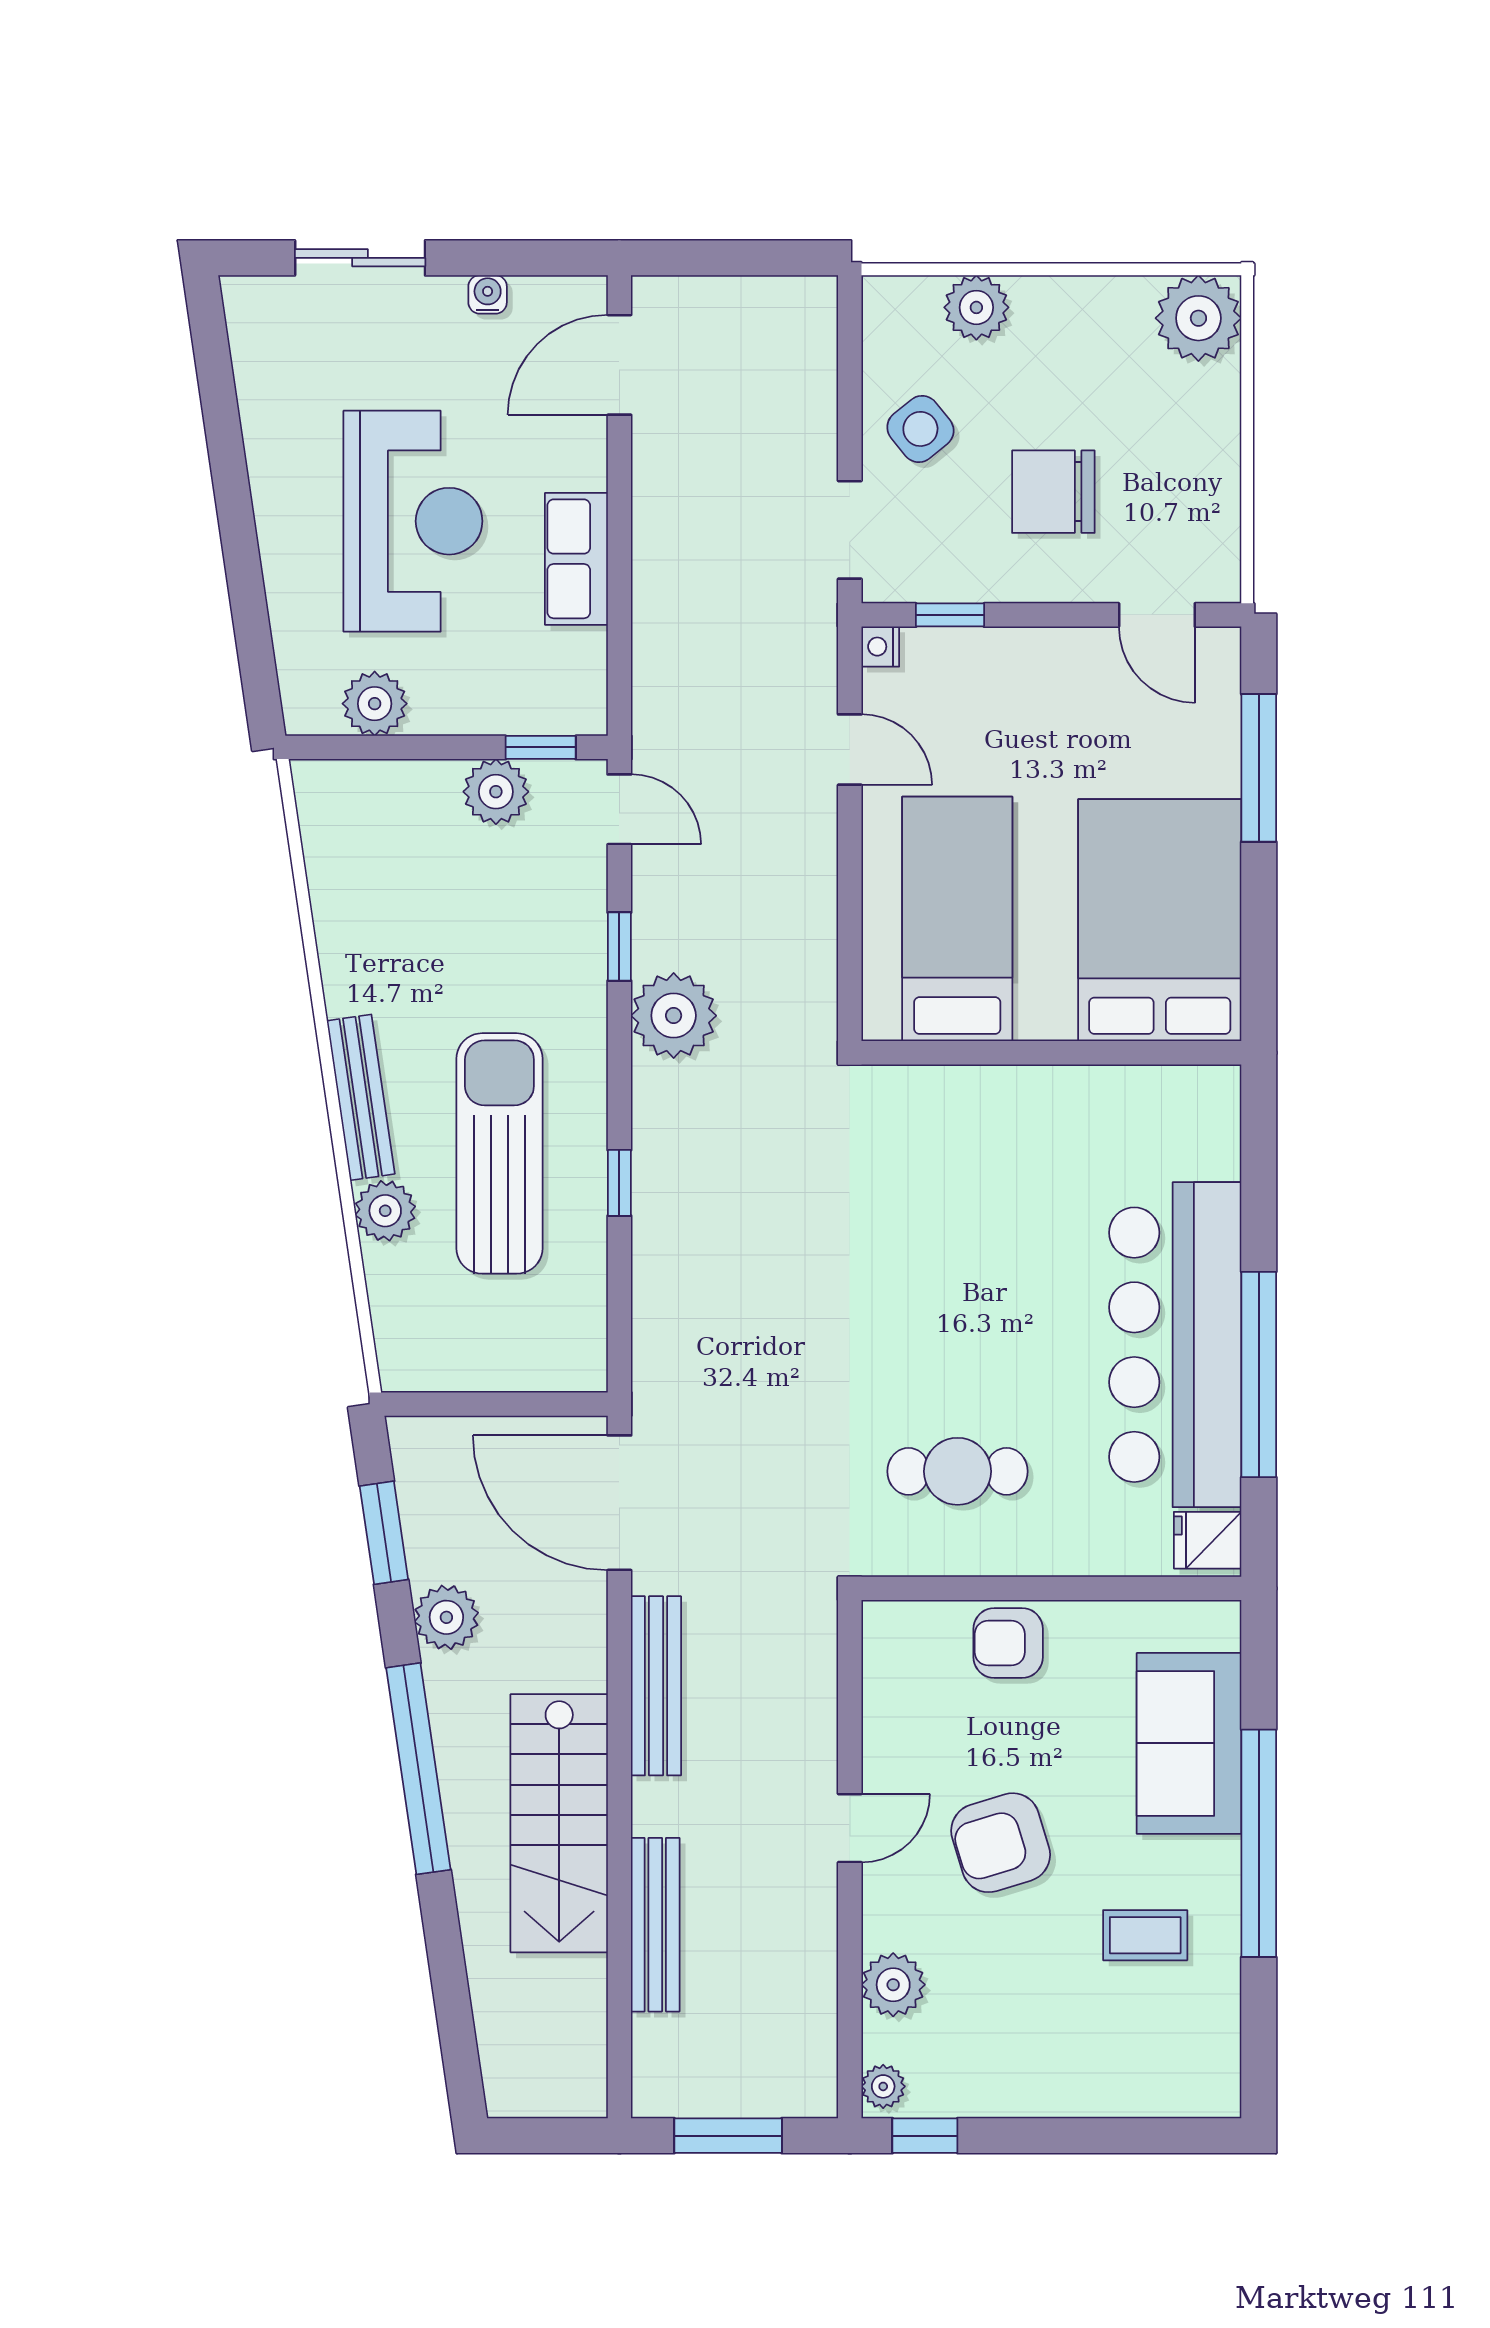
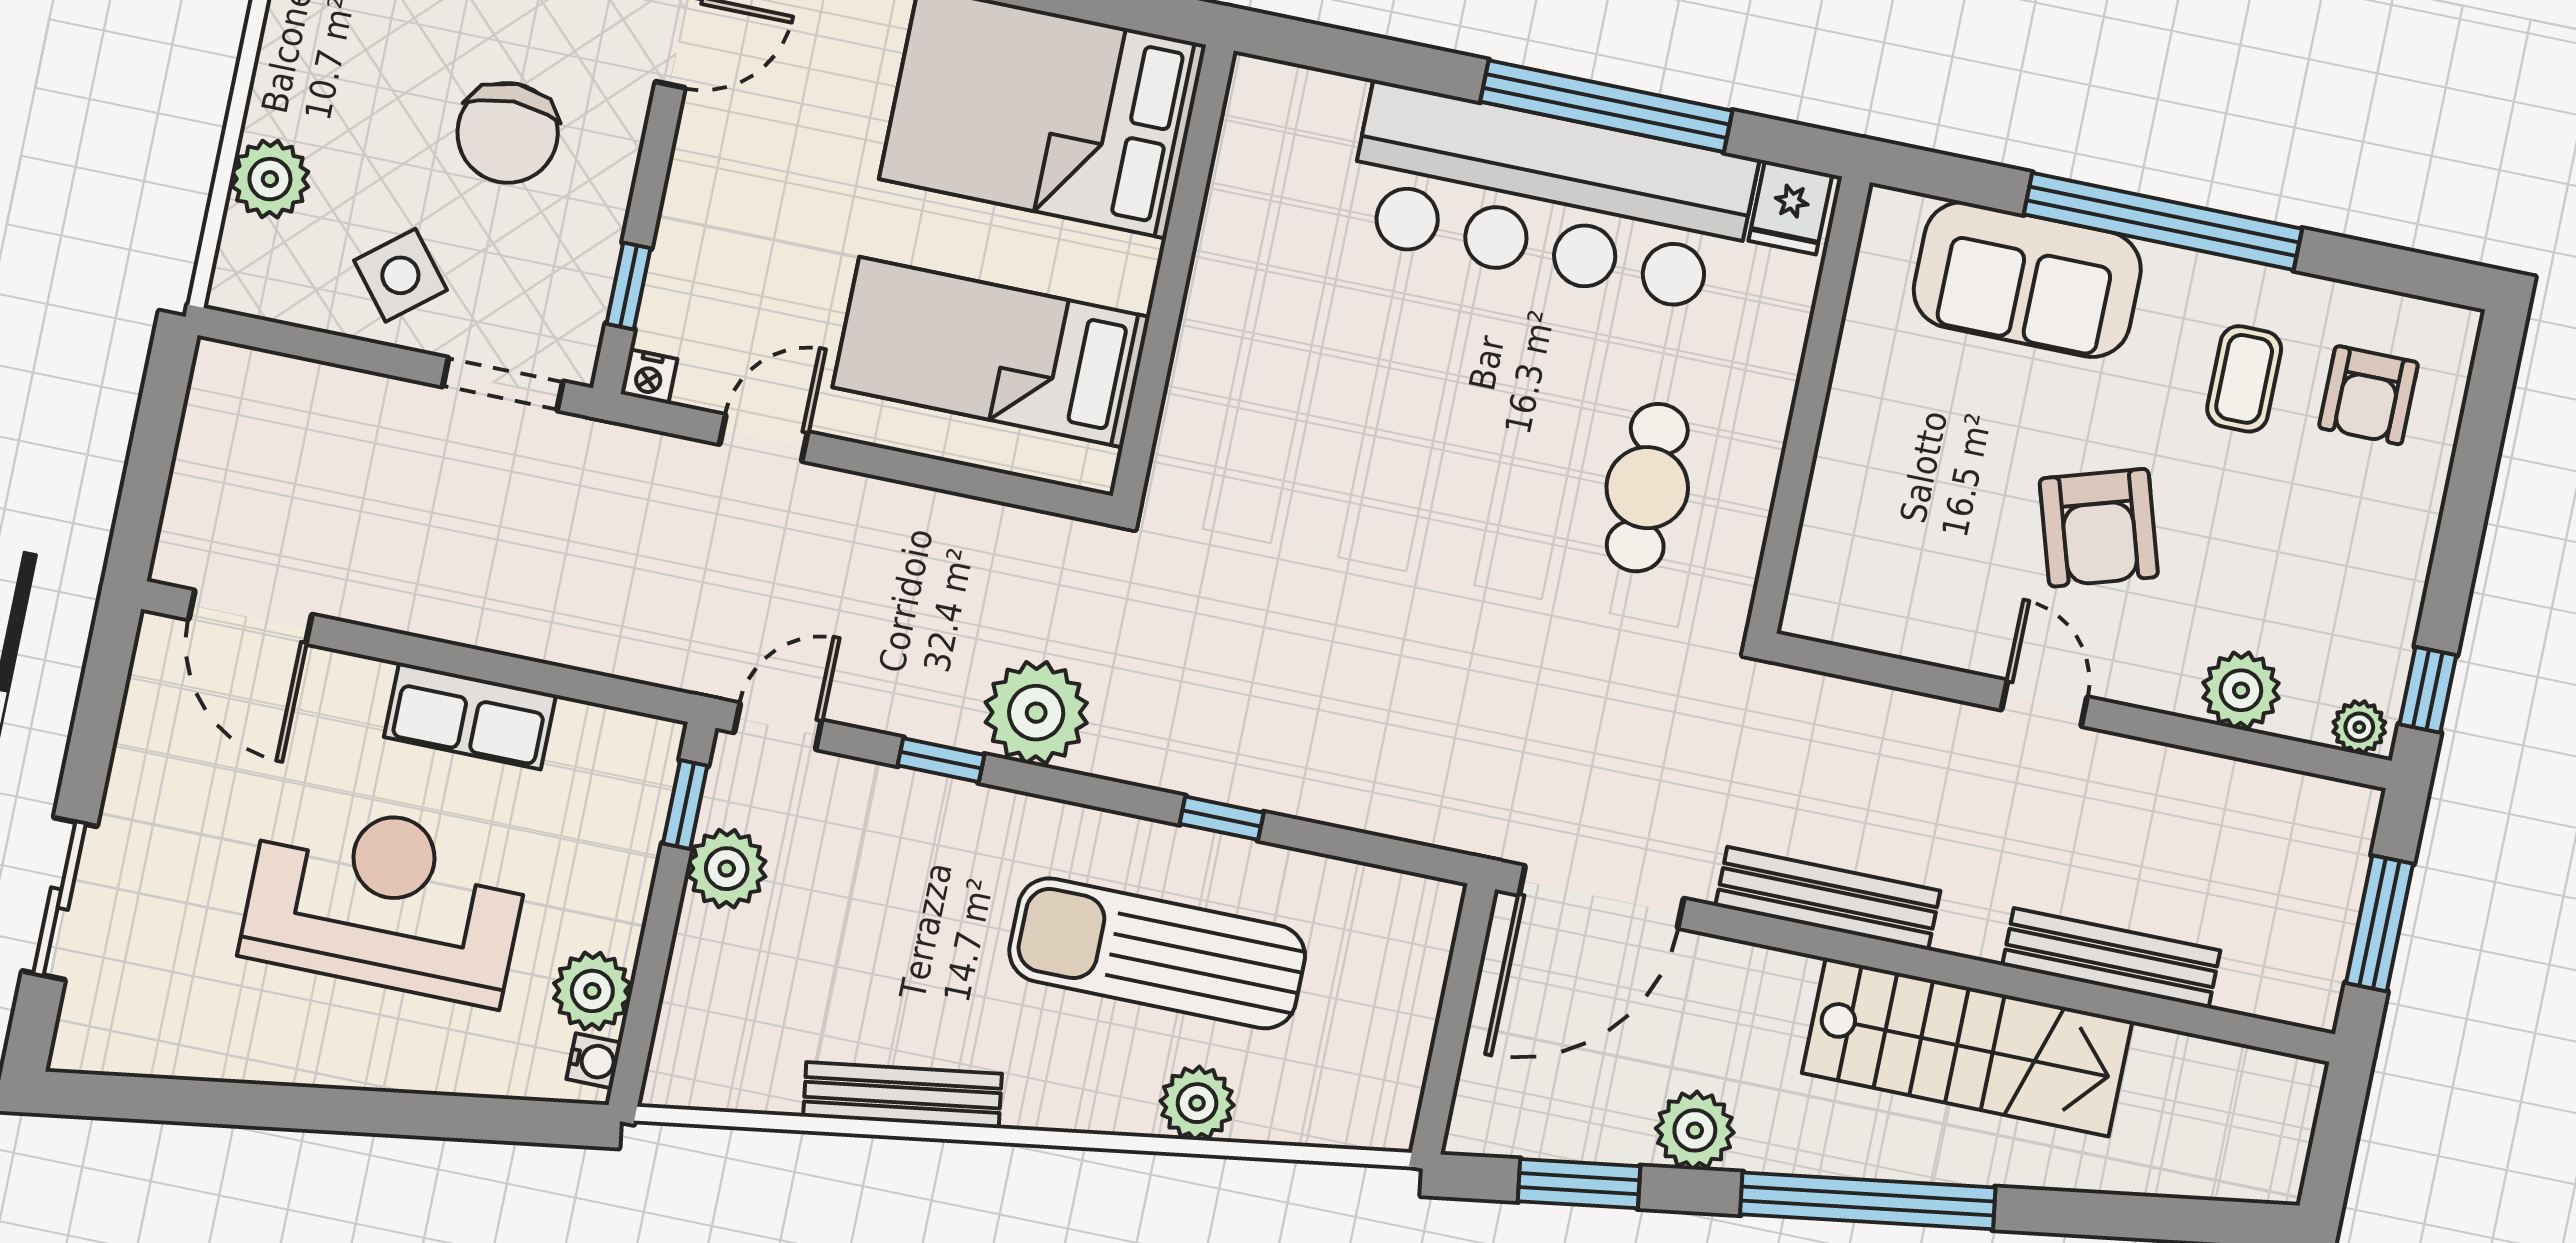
water cooler: (488, 294) -> (594, 1061), moved, turned 180
bench: (361, 1097) -> (902, 1095), moved
armchair: (1008, 1643) -> (2368, 395), moved

